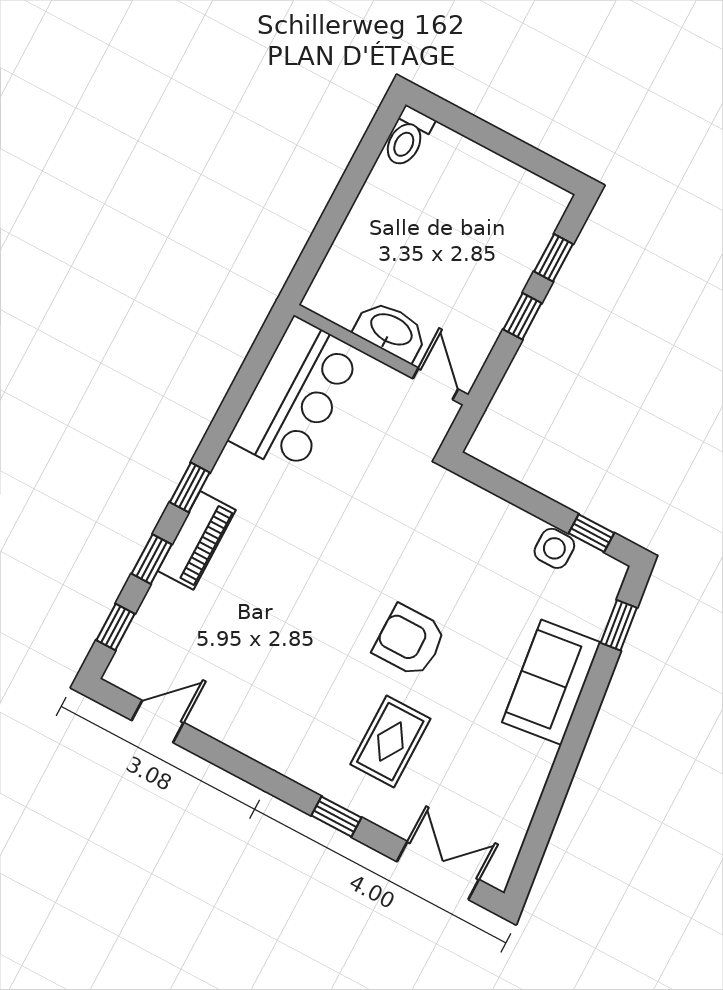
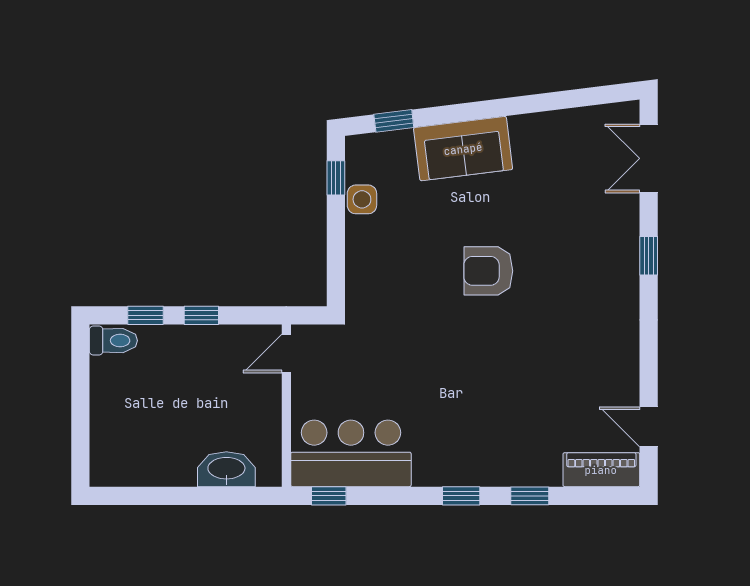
toilet: (408, 137) -> (113, 341), moved
washbasin: (391, 330) -> (226, 469), moved, turned 90
piano: (197, 540) -> (601, 470), moved
window: (116, 627) -> (329, 496), moved
armchair: (410, 641) -> (488, 271), turned 90
rug: (390, 742) -> (571, 245), removed

